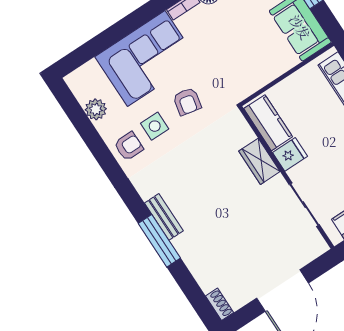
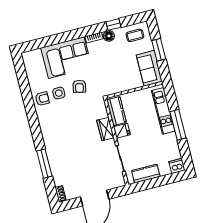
plant: (96, 109) -> (32, 74), removed
bench: (164, 217) -> (48, 140), removed
window: (159, 241) -> (44, 164), moved

